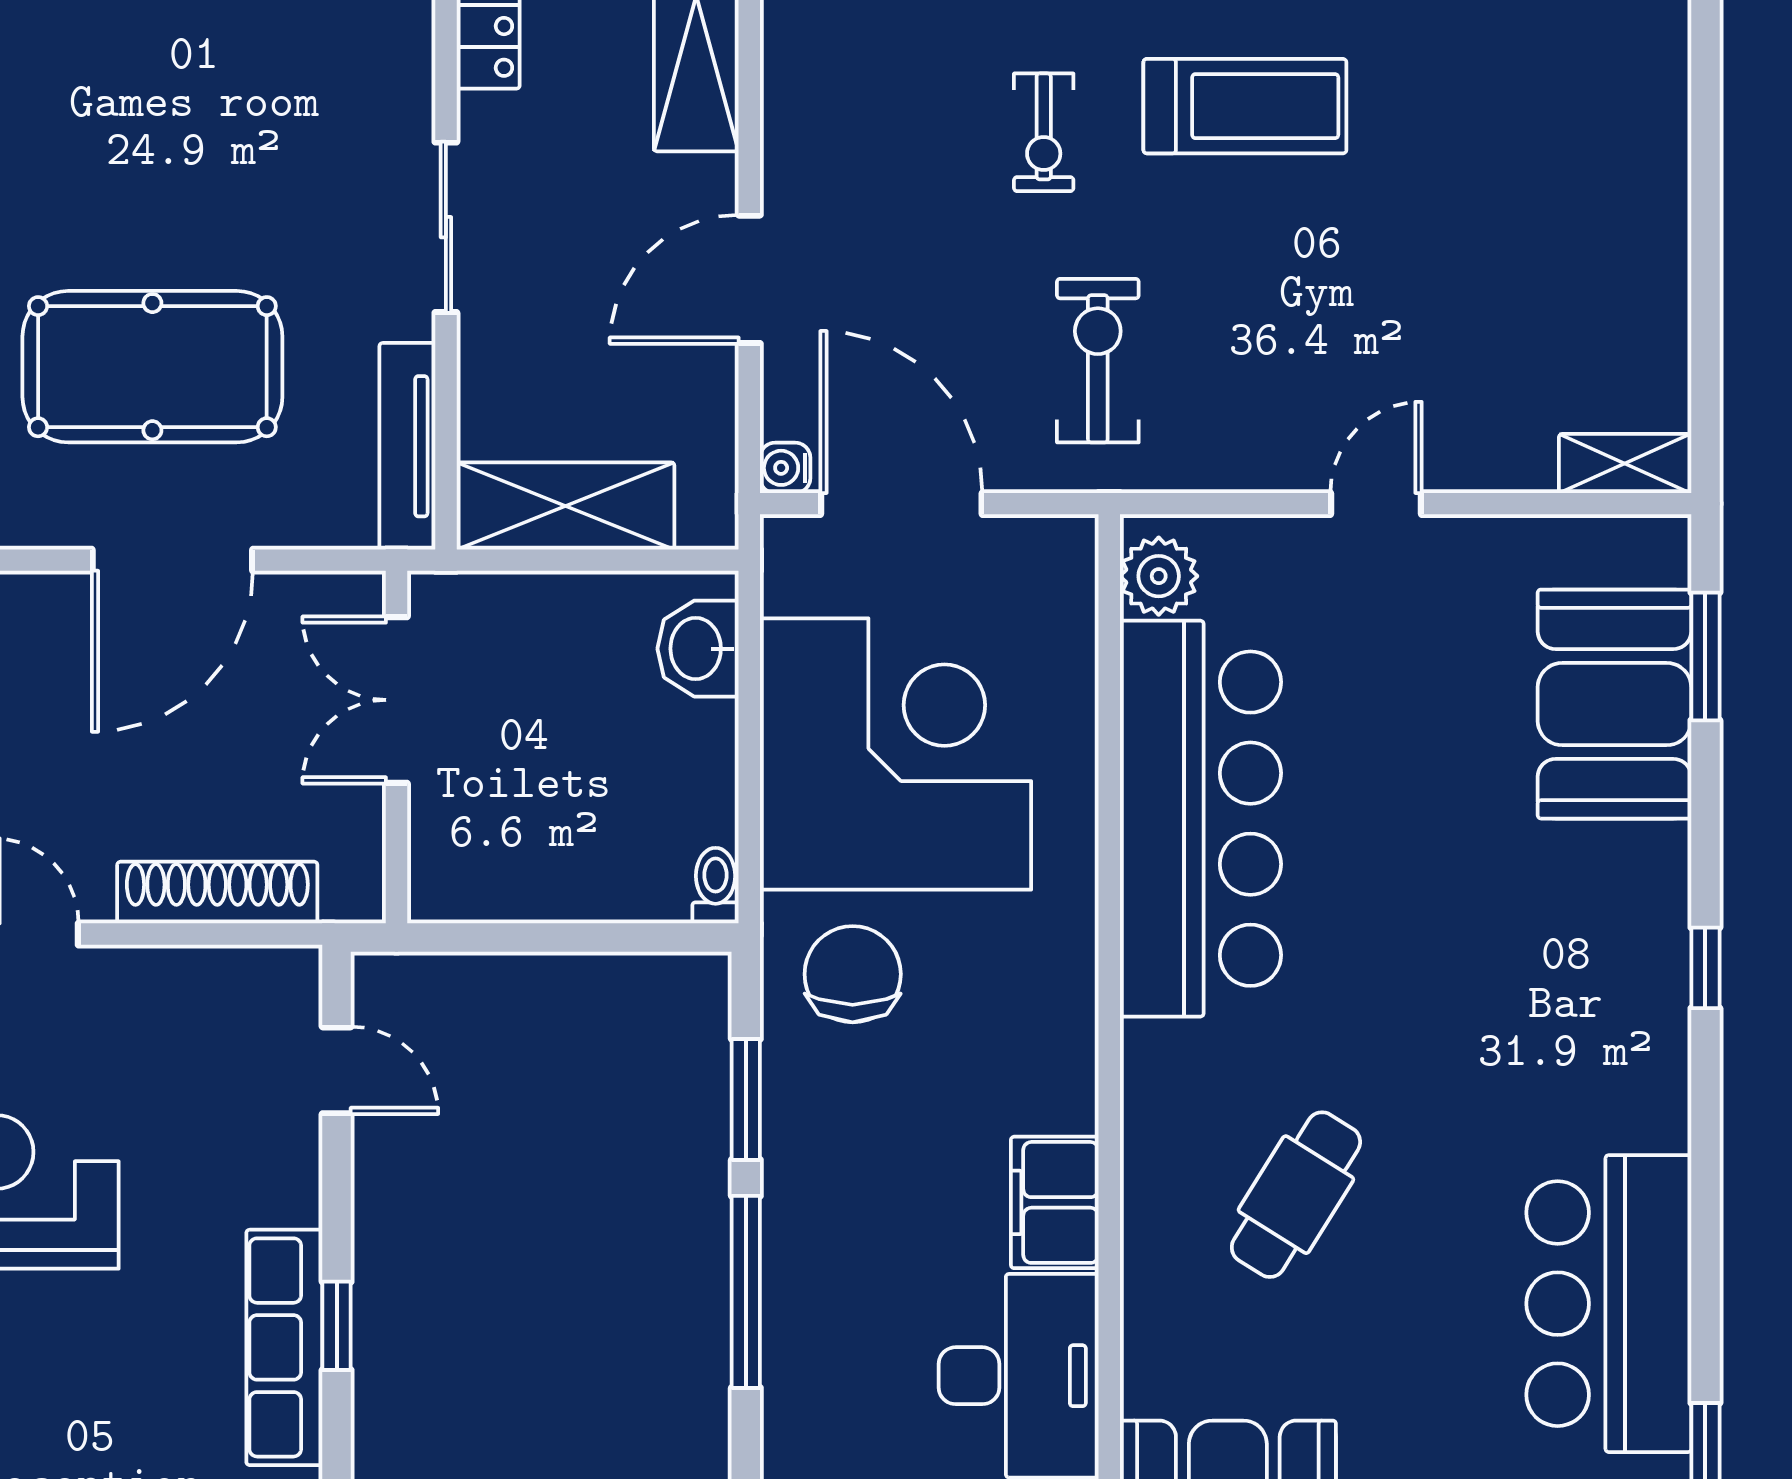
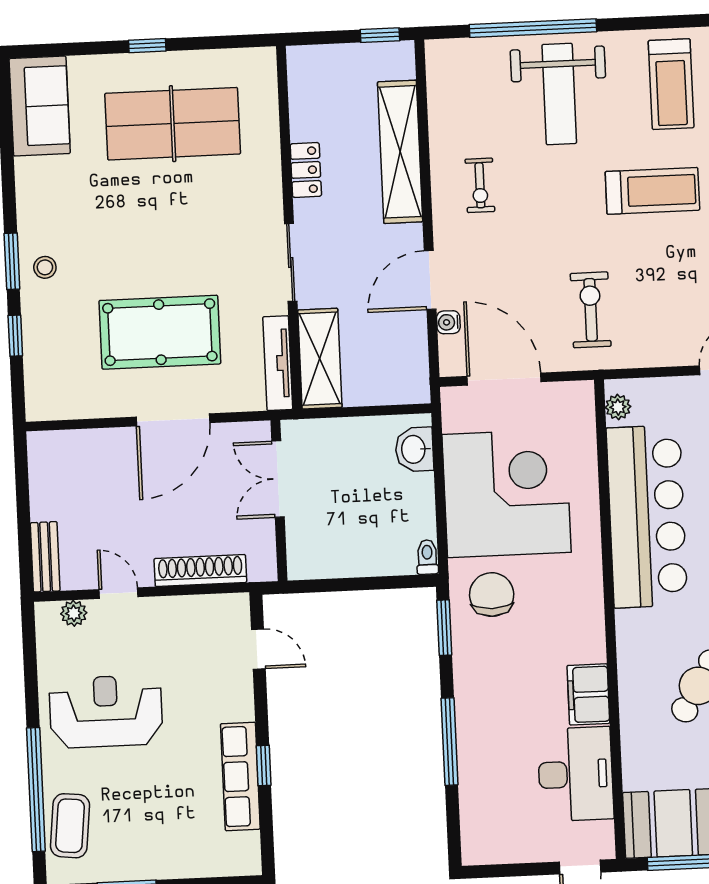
exercise bike: (1044, 132) -> (480, 185), moved
water cooler: (785, 468) -> (448, 322), moved
shelving: (565, 506) -> (320, 359), moved, turned 90
plant: (1159, 576) -> (618, 407), width x0.73, depth x0.73
window: (746, 1099) -> (444, 628), moved

